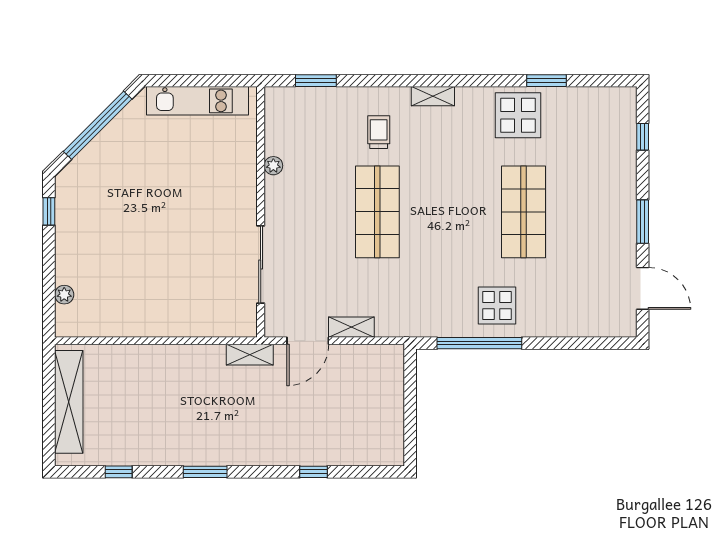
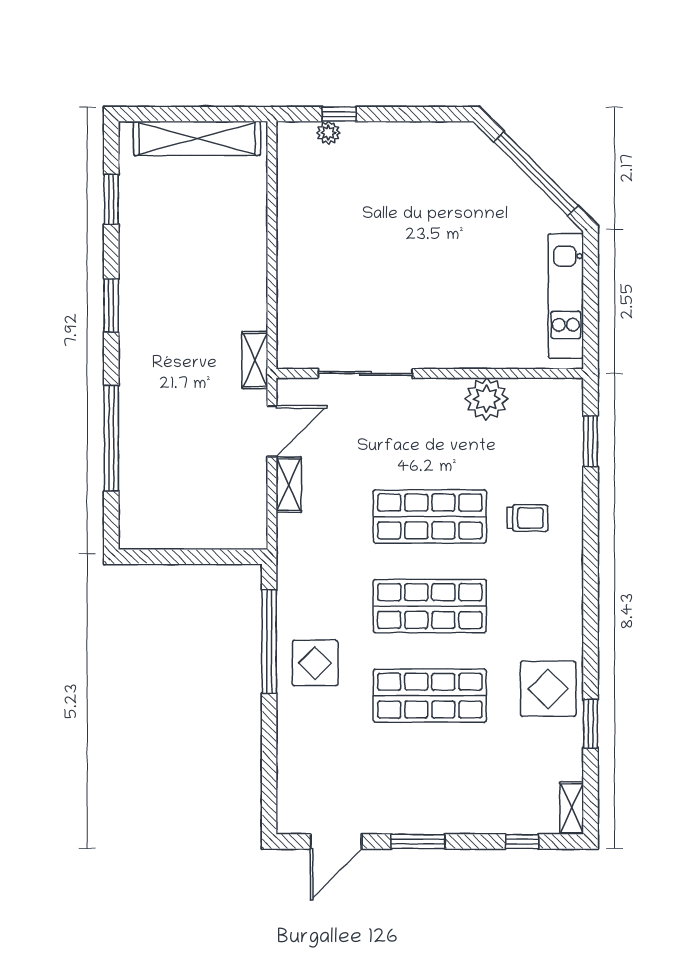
shelving: (433, 96) -> (572, 808), moved
plant: (273, 166) -> (486, 399), width x1.87, depth x1.87
window: (49, 211) -> (339, 114), moved
shop shelf: (450, 212) -> (430, 606), added
door: (308, 341) -> (272, 431), swing flipped
window: (119, 472) -> (111, 199), width x1.50
window: (313, 472) -> (111, 438), width x3.17

